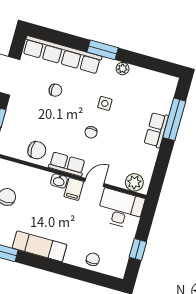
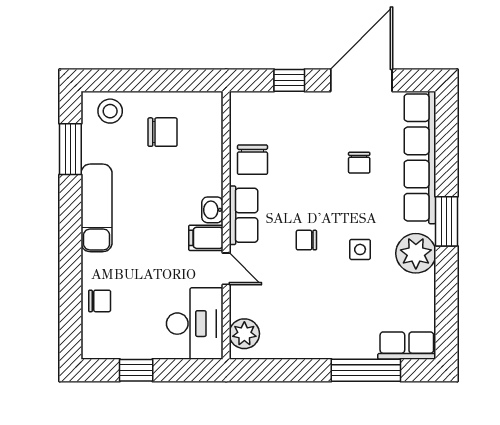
plant: (123, 69) -> (416, 253), width x1.88, depth x1.88
row of seats: (156, 130) -> (407, 346), moved

